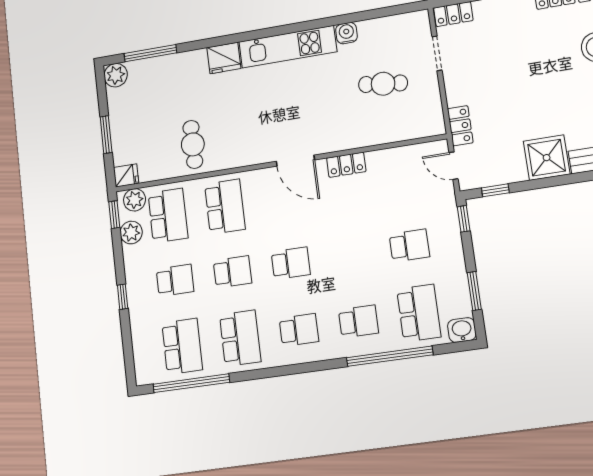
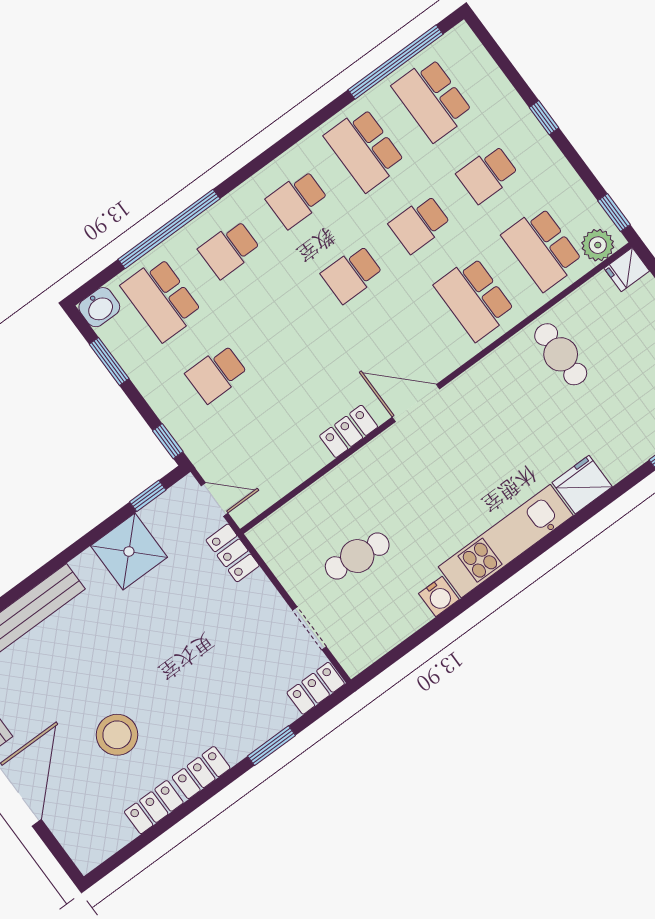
shower: (547, 158) -> (129, 551), moved
plant: (131, 233) -> (579, 202), removed

